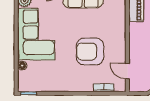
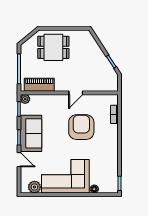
armchair: (90, 51) -> (81, 127), turned 180
door: (127, 71) -> (76, 93), moved

